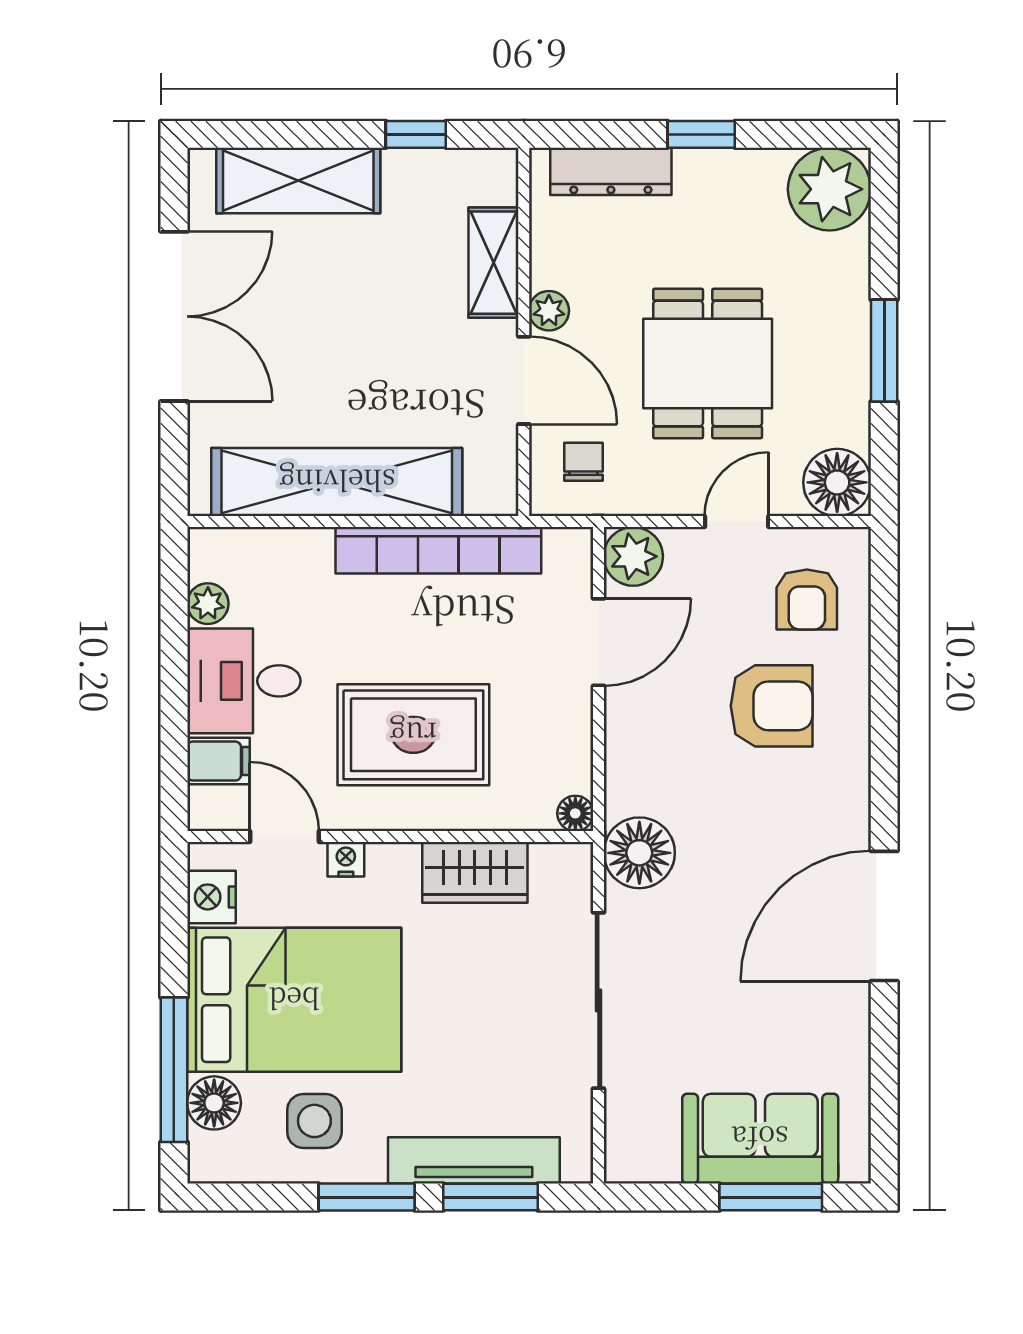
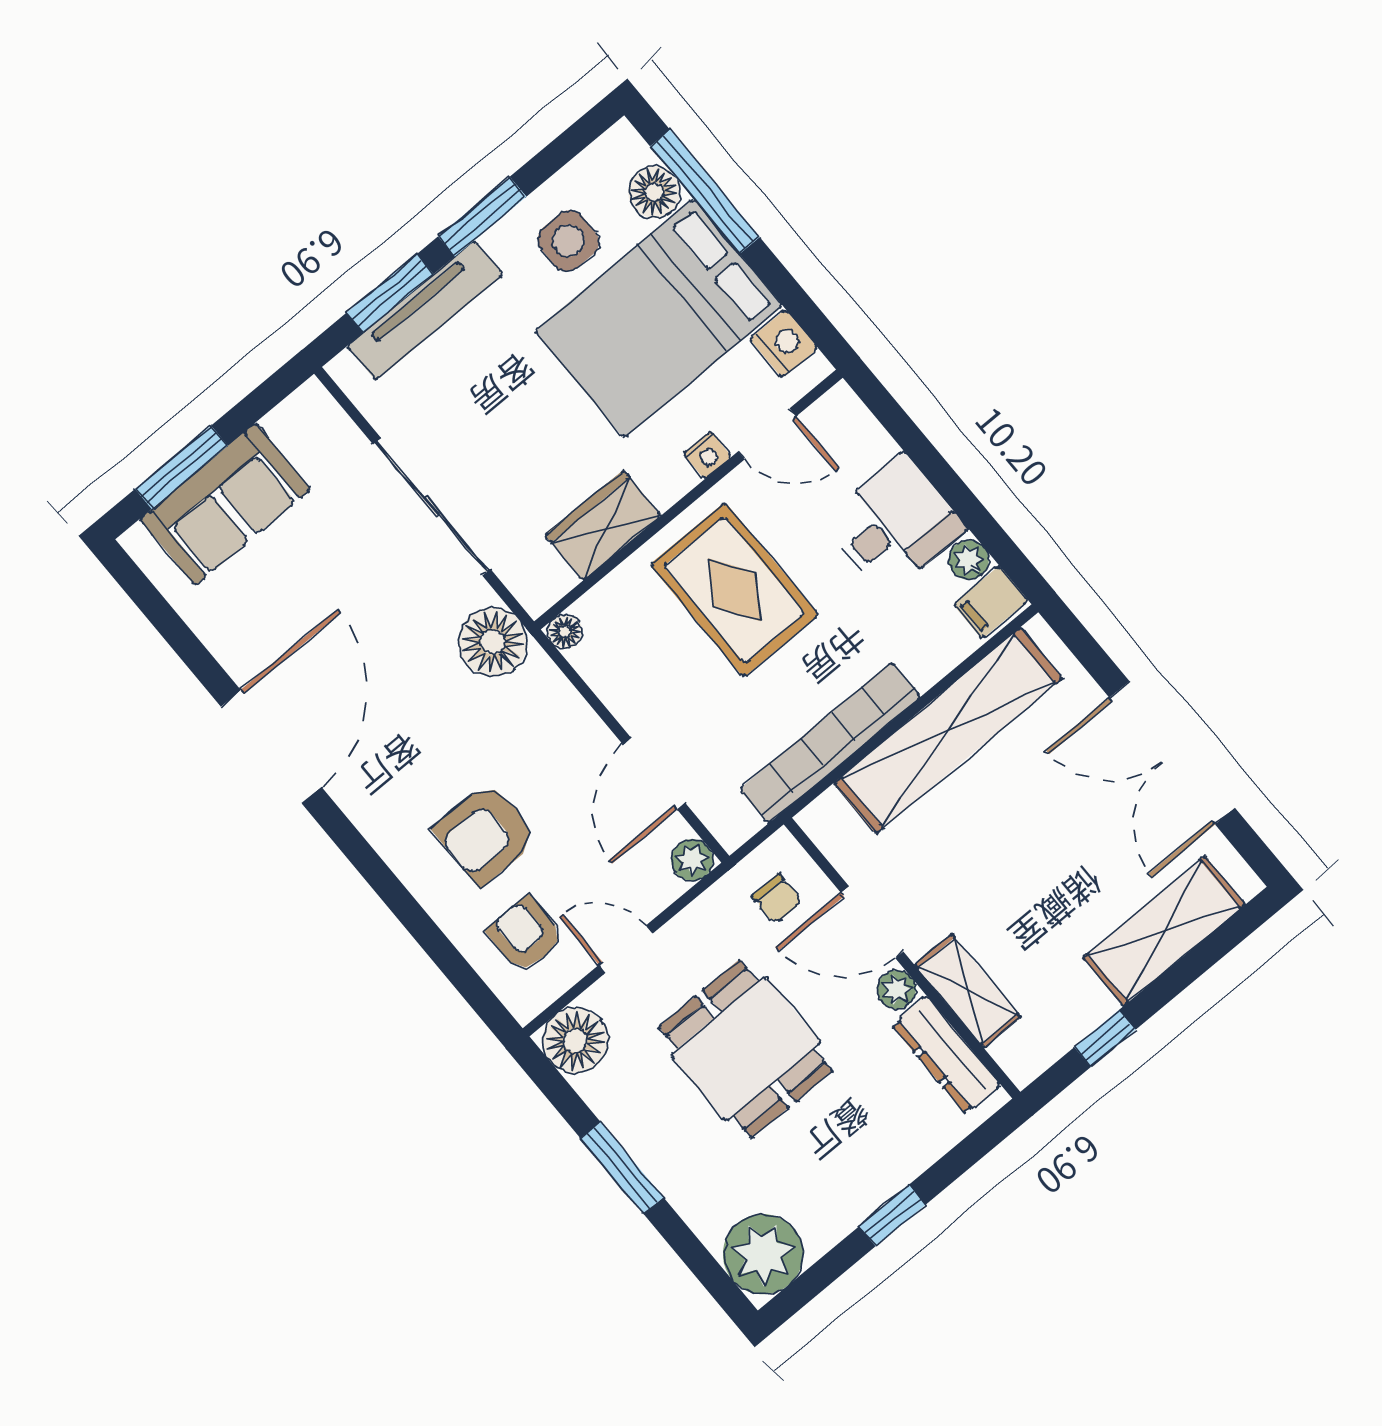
dresser: (611, 171) -> (946, 1055), moved, turned -90
door: (737, 522) -> (626, 949), swing flipped
plant: (633, 556) -> (692, 860), width x0.73, depth x0.73
rug: (413, 735) -> (734, 590), turned 90
filing cabinet: (218, 761) -> (991, 602), moved

